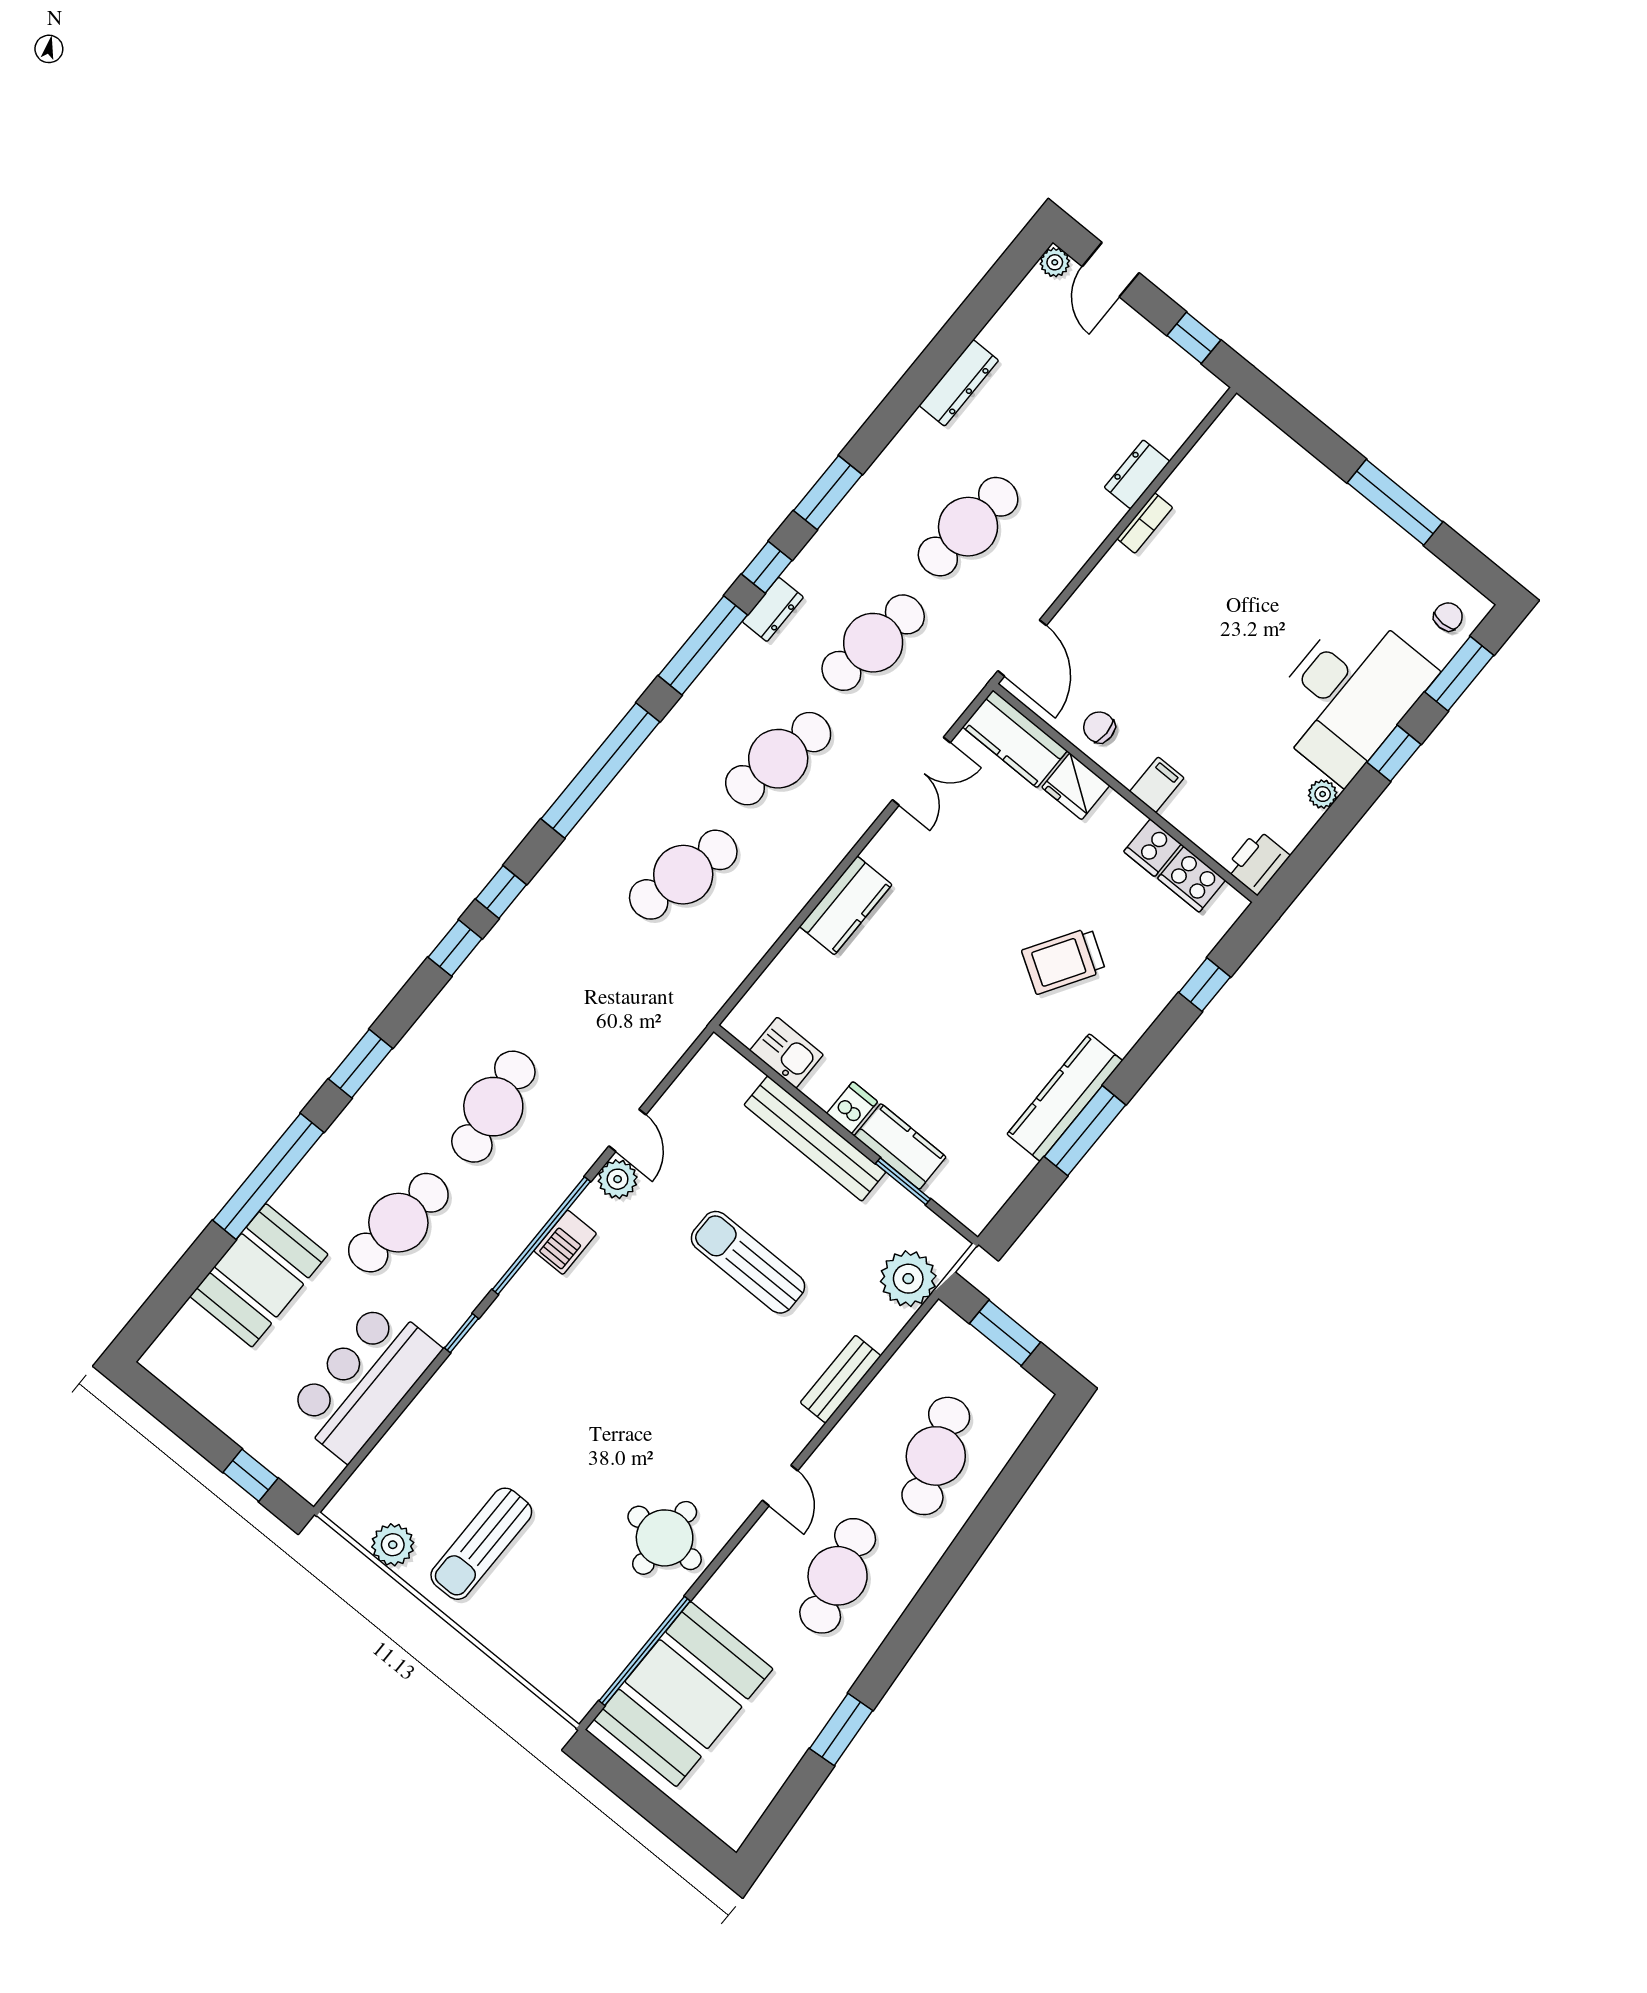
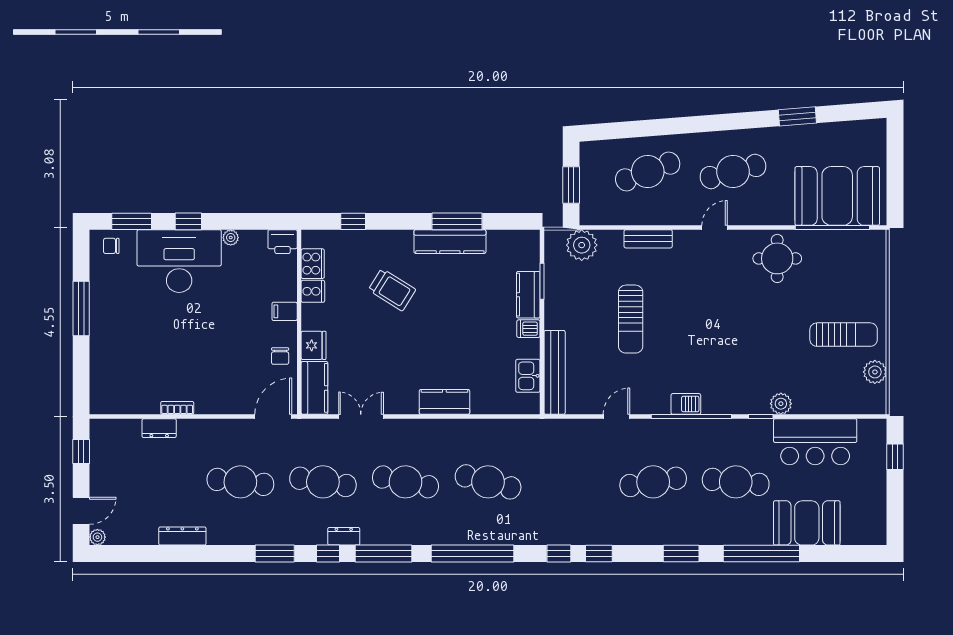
bench: (815, 1139) -> (555, 372), moved
plant: (618, 1179) -> (781, 404), moved

